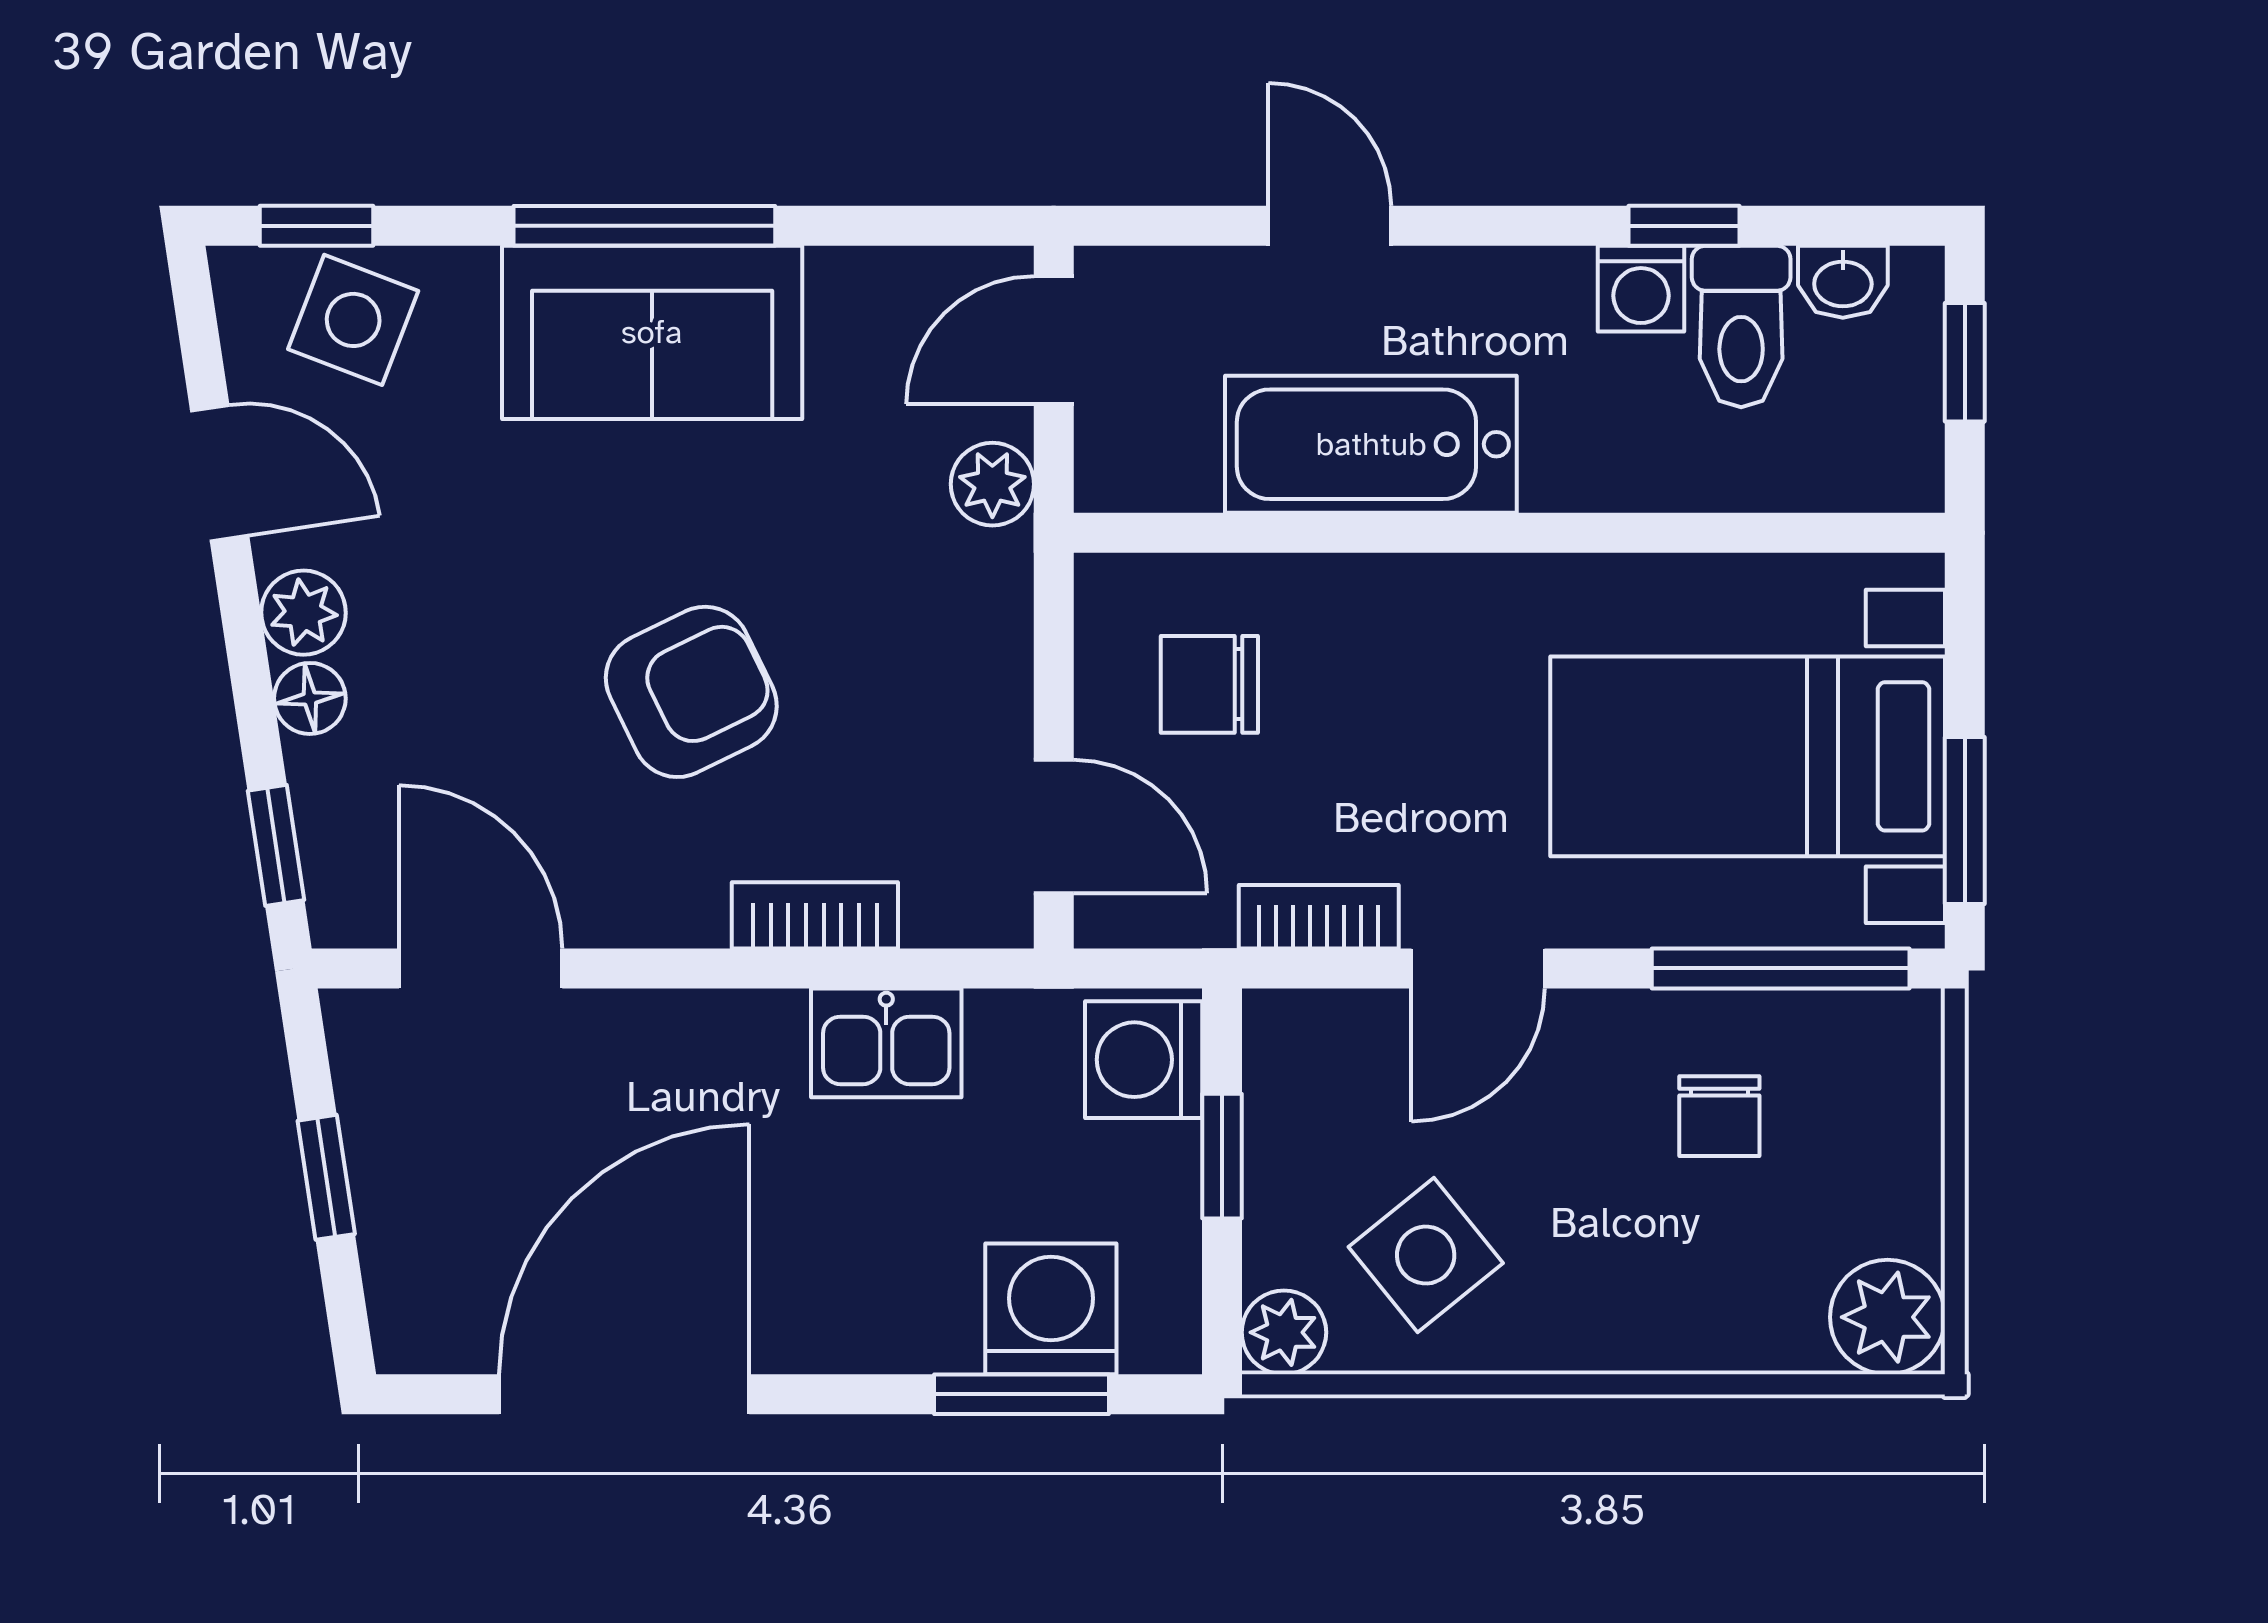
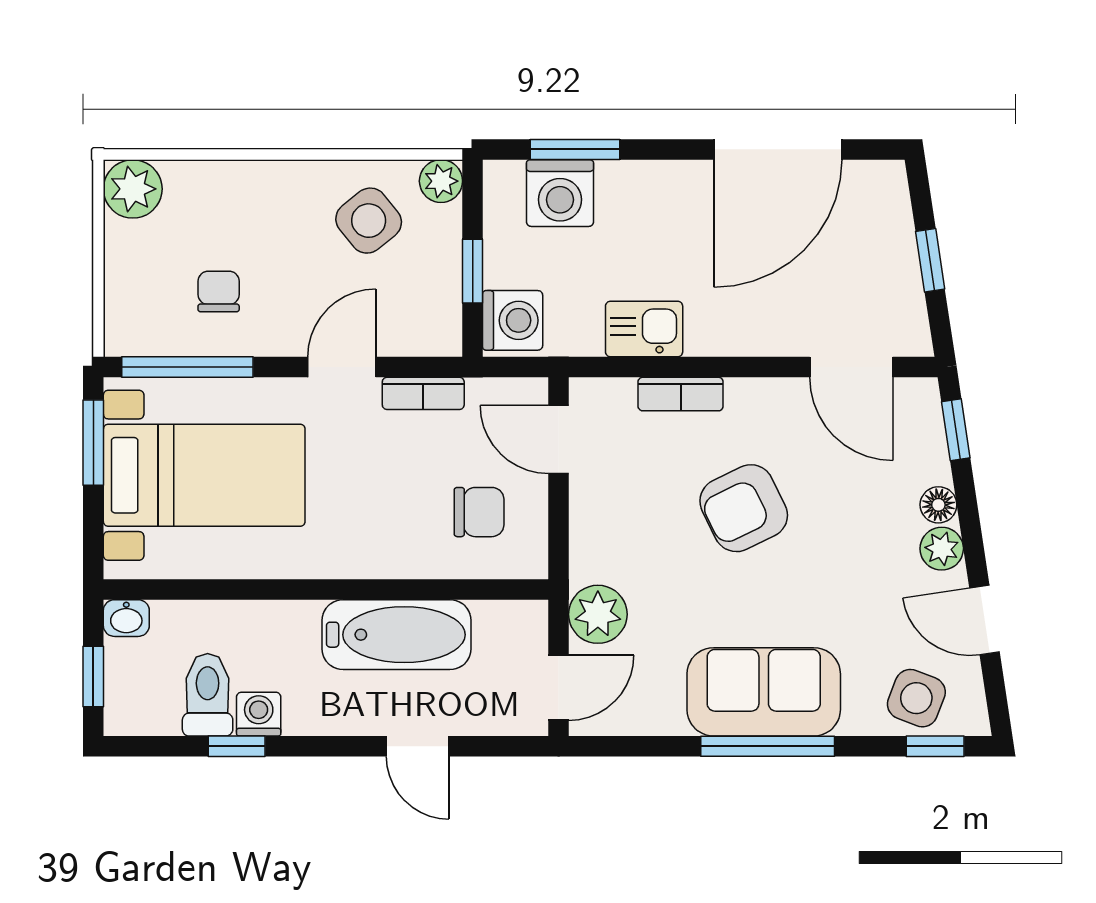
washbasin: (1843, 282) -> (126, 618), moved, turned 180
plant: (992, 484) -> (598, 614), width x1.38, depth x1.38

